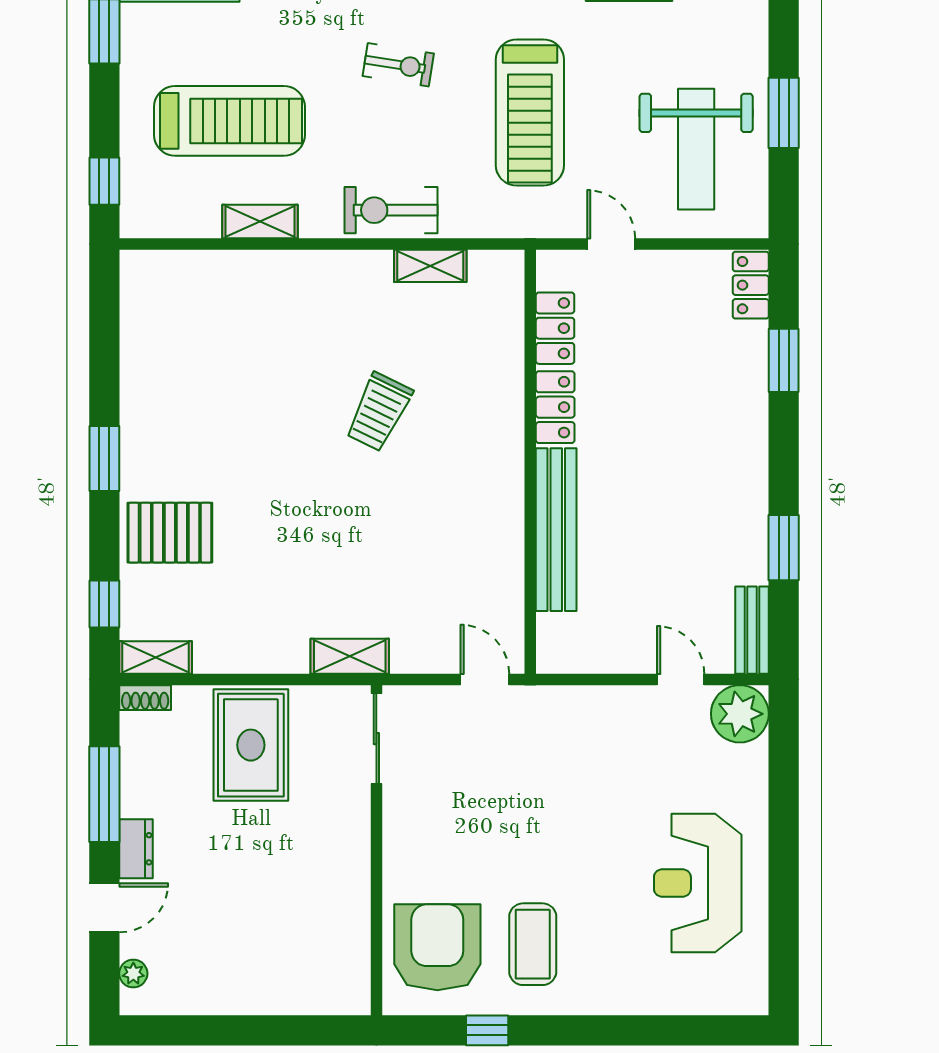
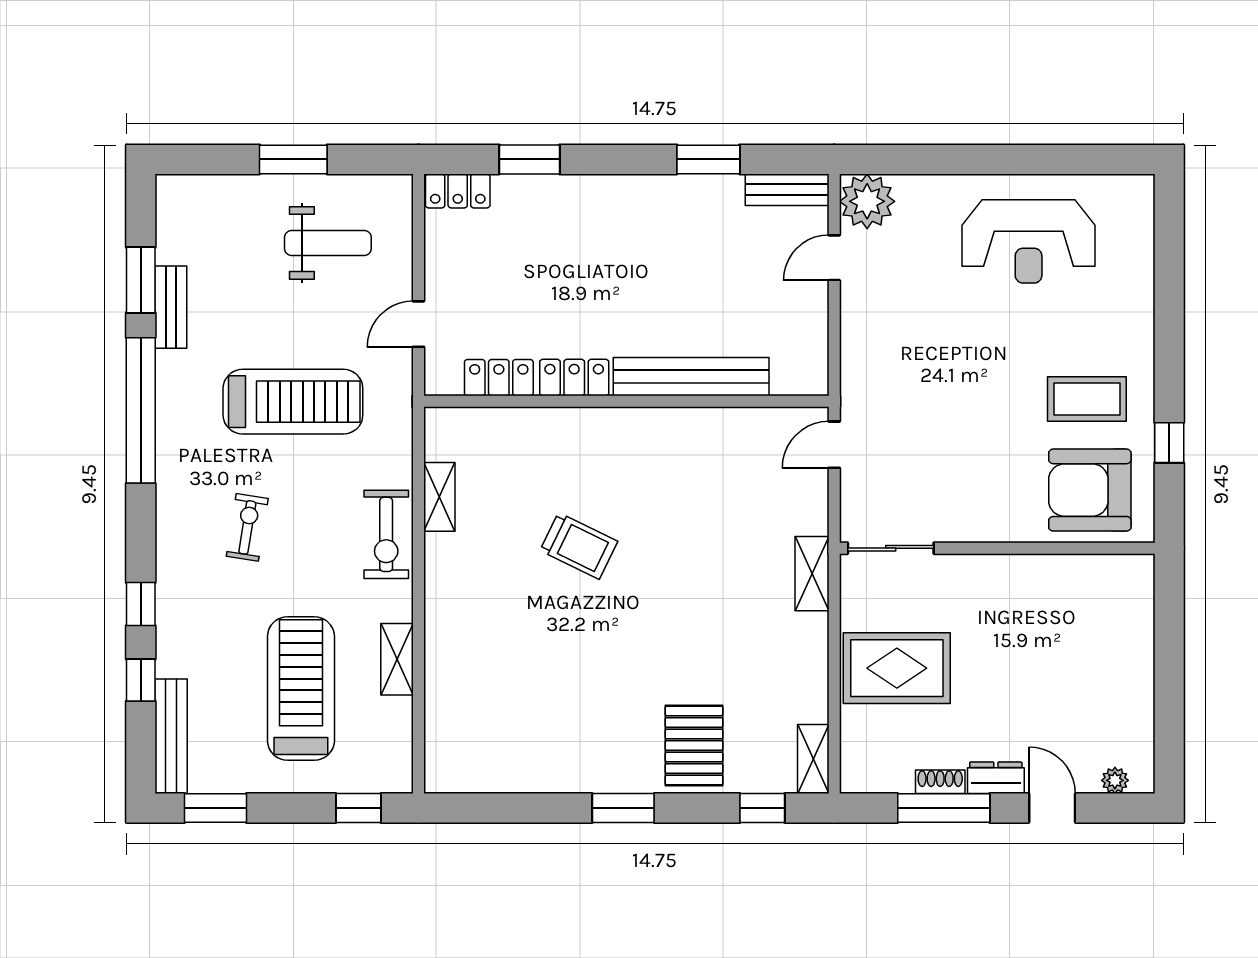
weight bench: (696, 149) -> (328, 243), width x0.73, depth x0.75
shoe rack: (145, 698) -> (940, 782), moved, turned -90

